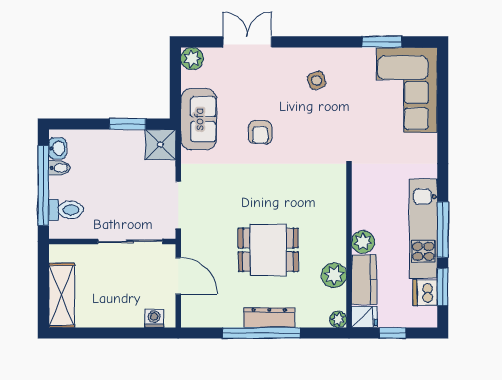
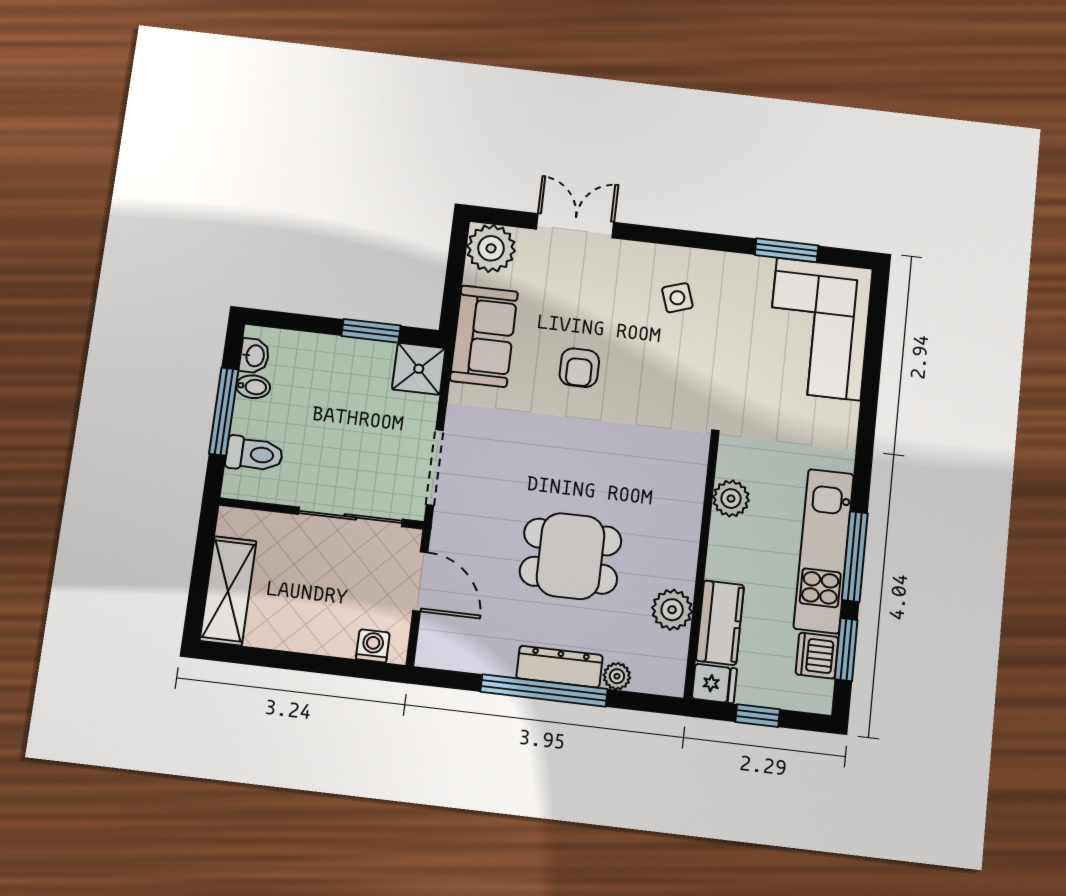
plant: (192, 59) -> (491, 248), width x1.36, depth x1.36
window: (43, 186) -> (224, 411), width x0.68
plant: (363, 242) -> (731, 499), moved
plant: (338, 319) -> (617, 676), moved

